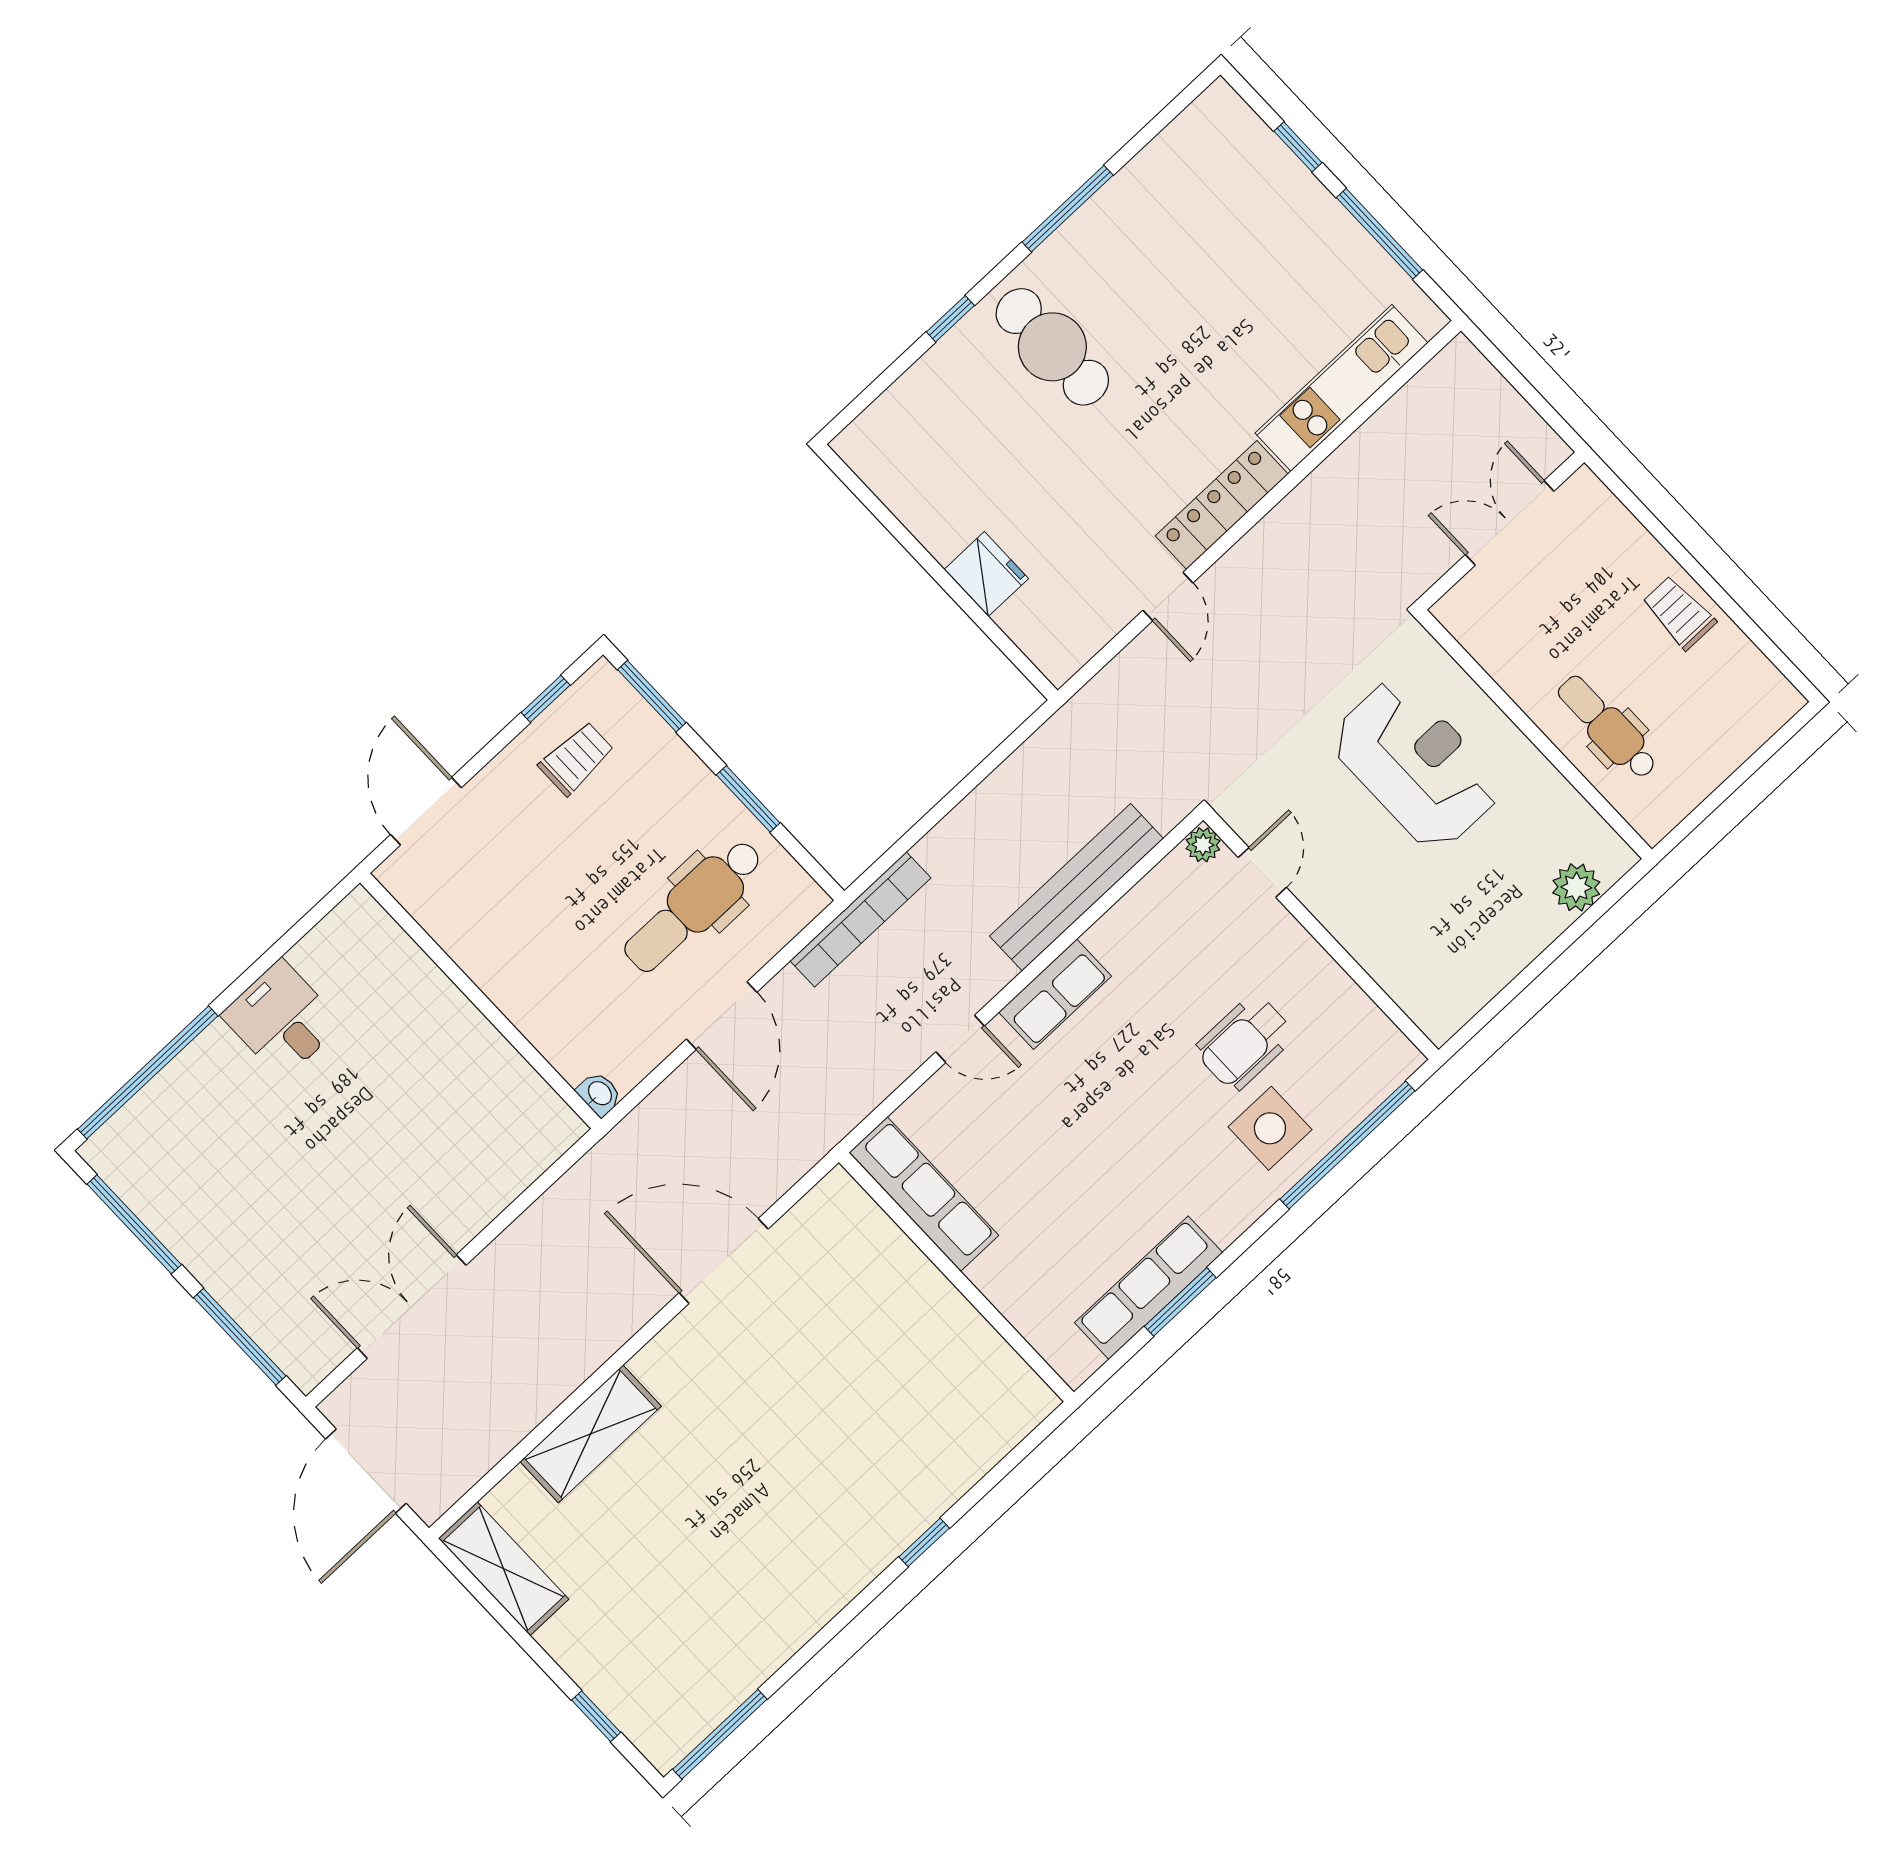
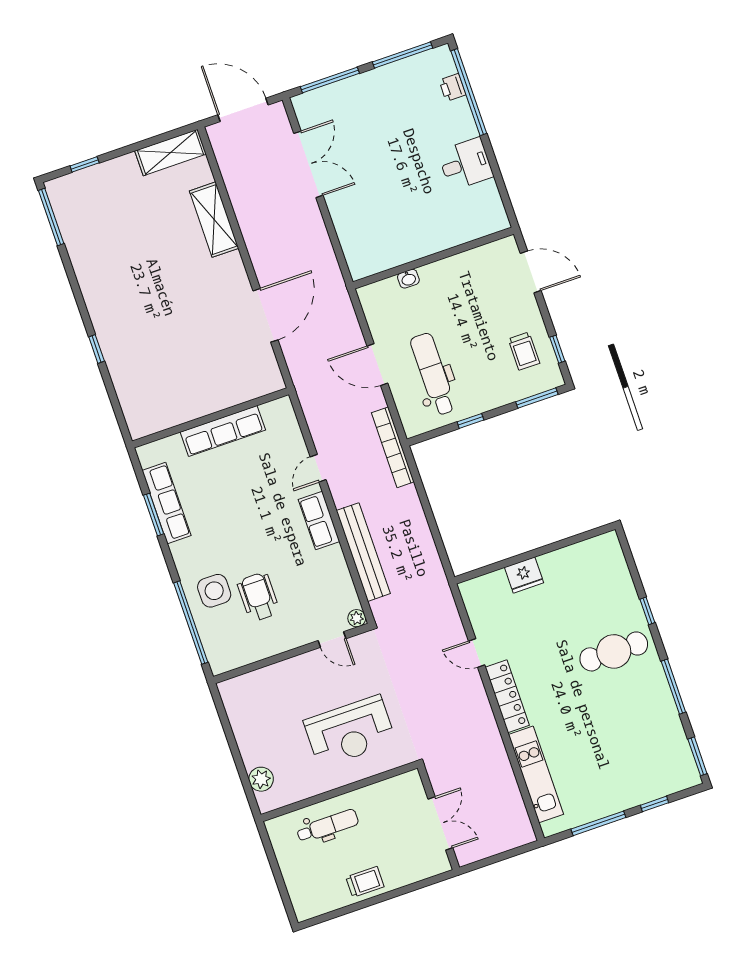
window: (1175, 107) -> (697, 756), added
window: (748, 799) -> (470, 421), width x0.67
washbasin: (599, 1094) -> (408, 279), moved
printer: (153, 1106) -> (452, 87), added
row of seats: (924, 1194) -> (223, 431), moved

